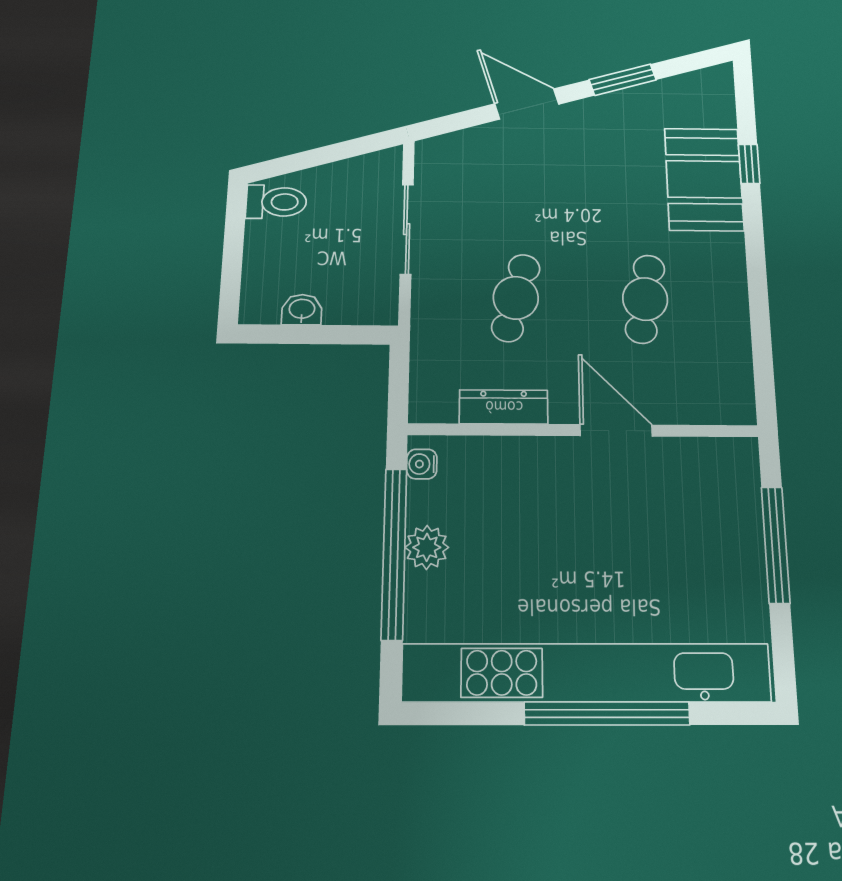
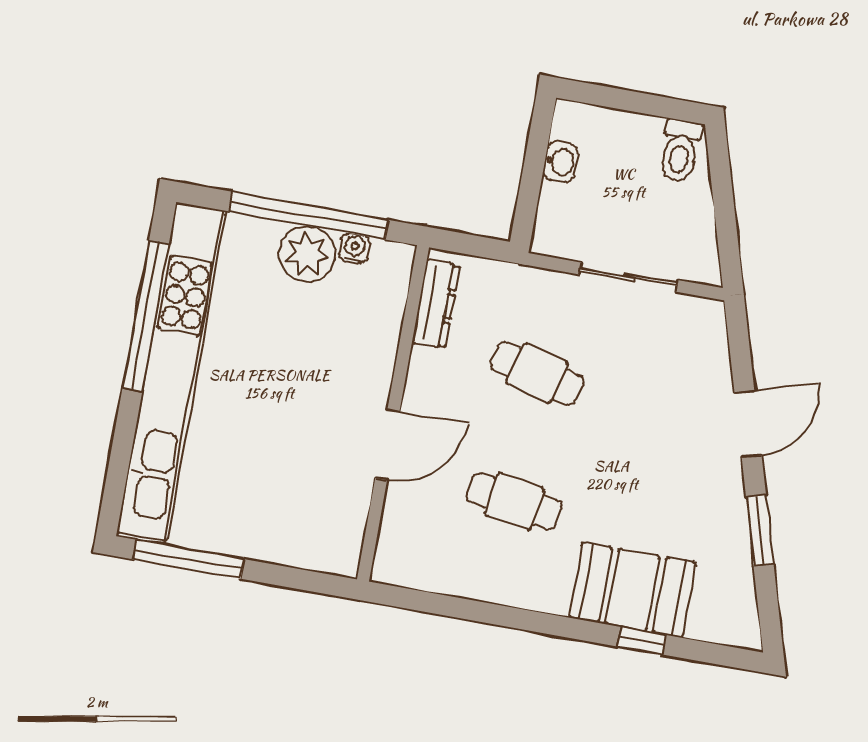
dresser: (504, 407) -> (436, 304), moved
water cooler: (422, 464) -> (354, 248), moved
window: (776, 545) -> (189, 559), moved
plant: (427, 547) -> (307, 254), width x1.36, depth x1.36
window: (607, 714) -> (146, 316), moved

